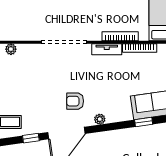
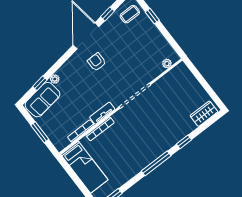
armchair: (75, 101) -> (97, 62), turned -90
plant: (100, 119) -> (55, 79), moved

